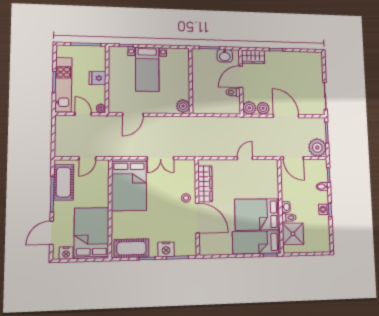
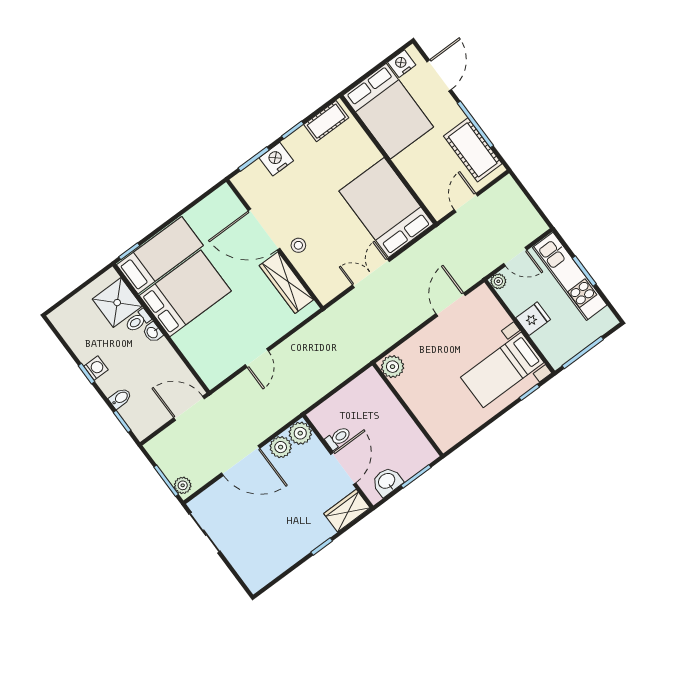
bed with nightstands: (147, 69) -> (502, 370), moved, turned -90
plant: (317, 148) -> (183, 485), moved, width x0.53, depth x0.53
cot: (131, 248) -> (326, 121), width x0.73, depth x0.75

